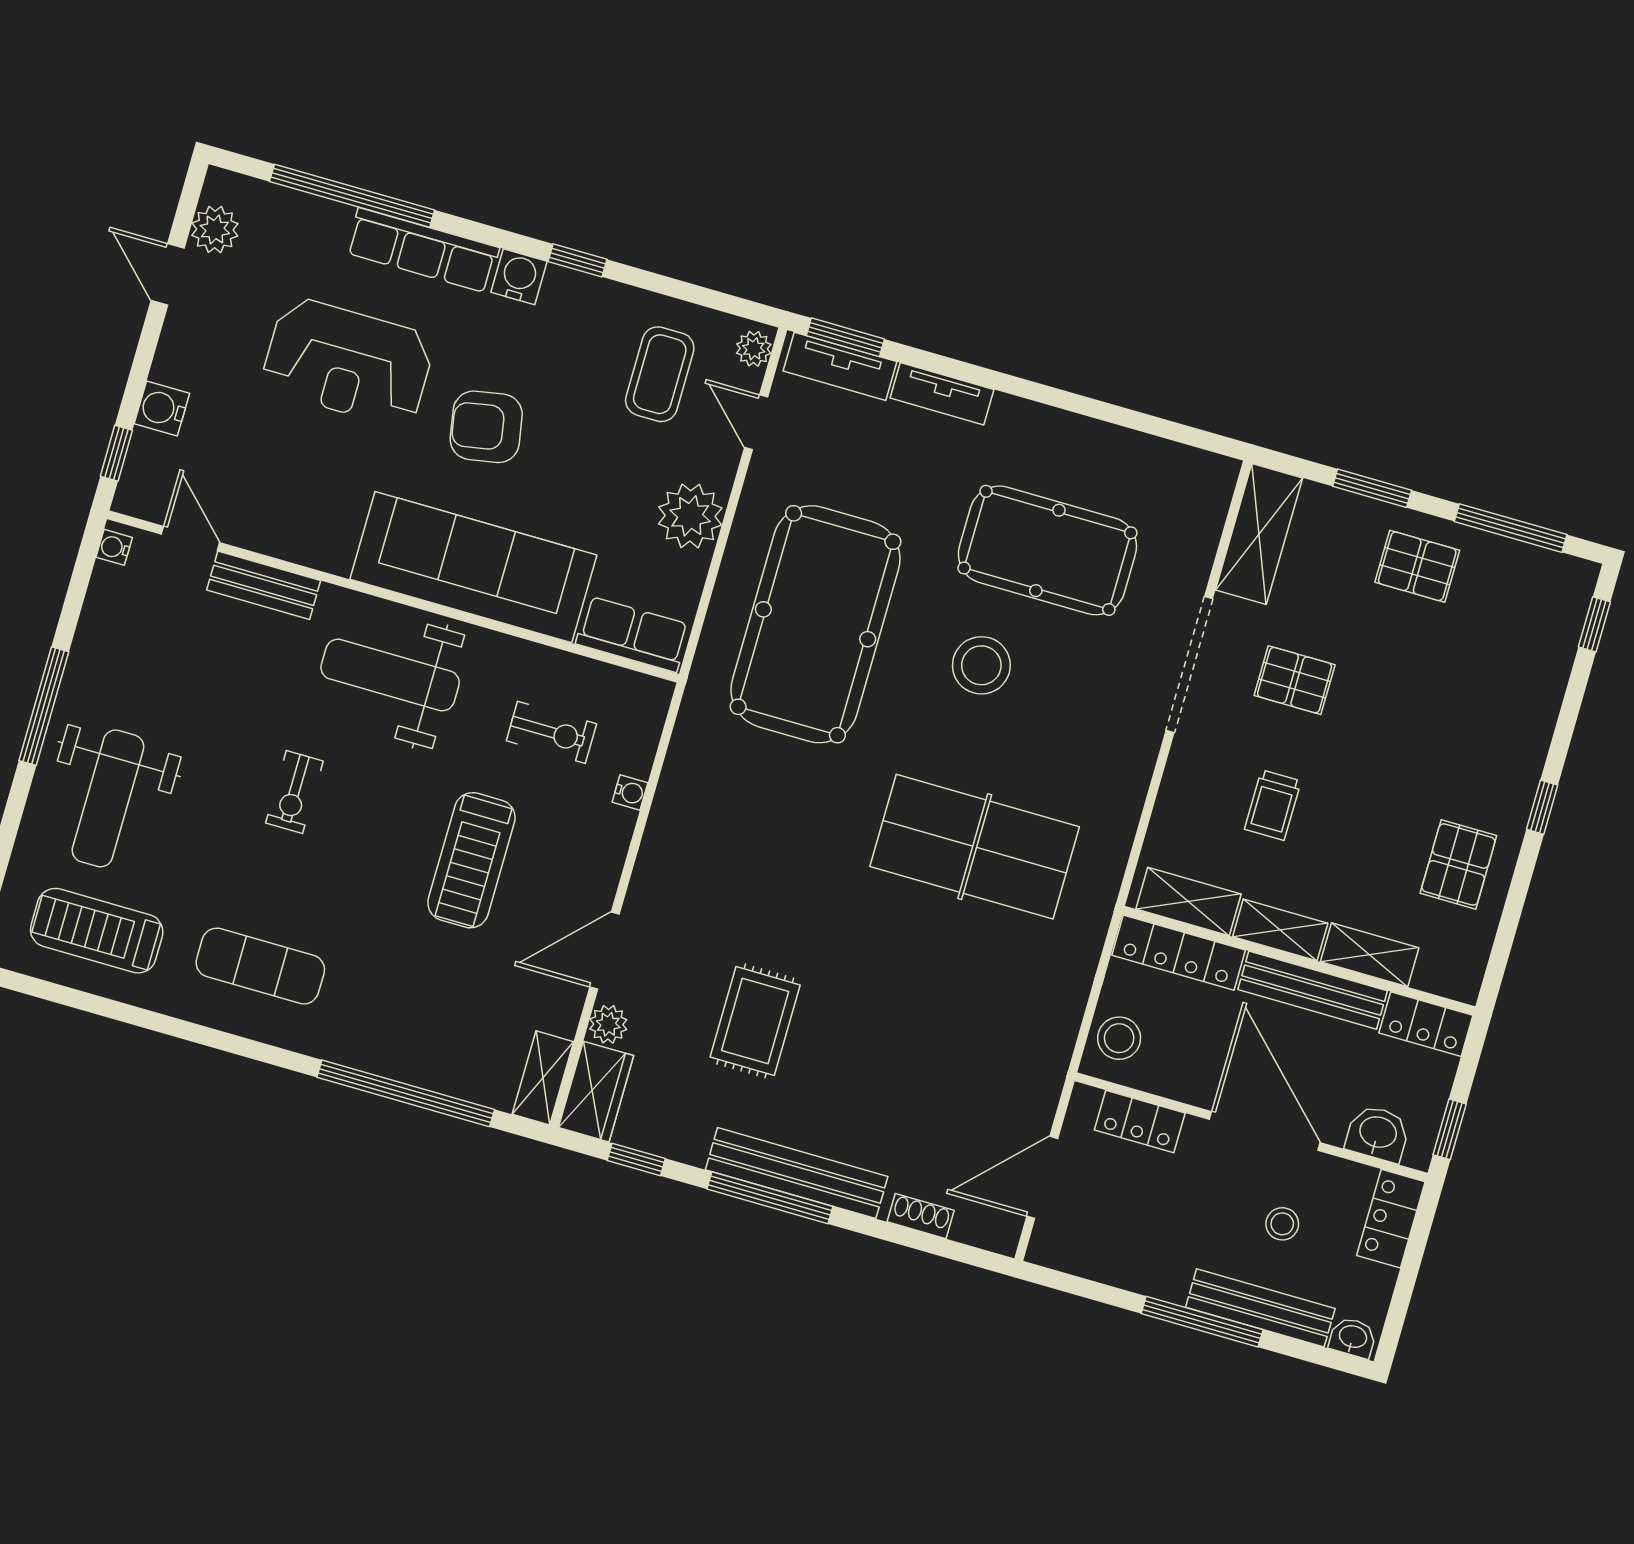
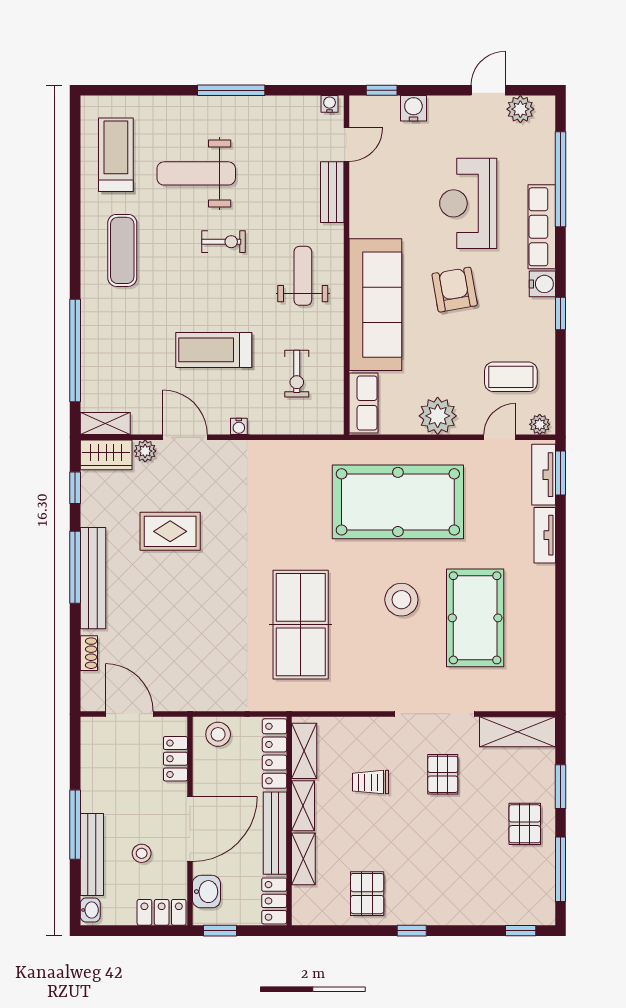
weight bench: (390, 675) -> (303, 276), width x0.73, depth x0.75
exercise bike: (294, 792) -> (223, 242), turned 180
water cooler: (630, 792) -> (239, 426), moved
weight bench: (108, 798) -> (196, 173), moved
pallet: (1458, 864) -> (367, 894), turned 90

